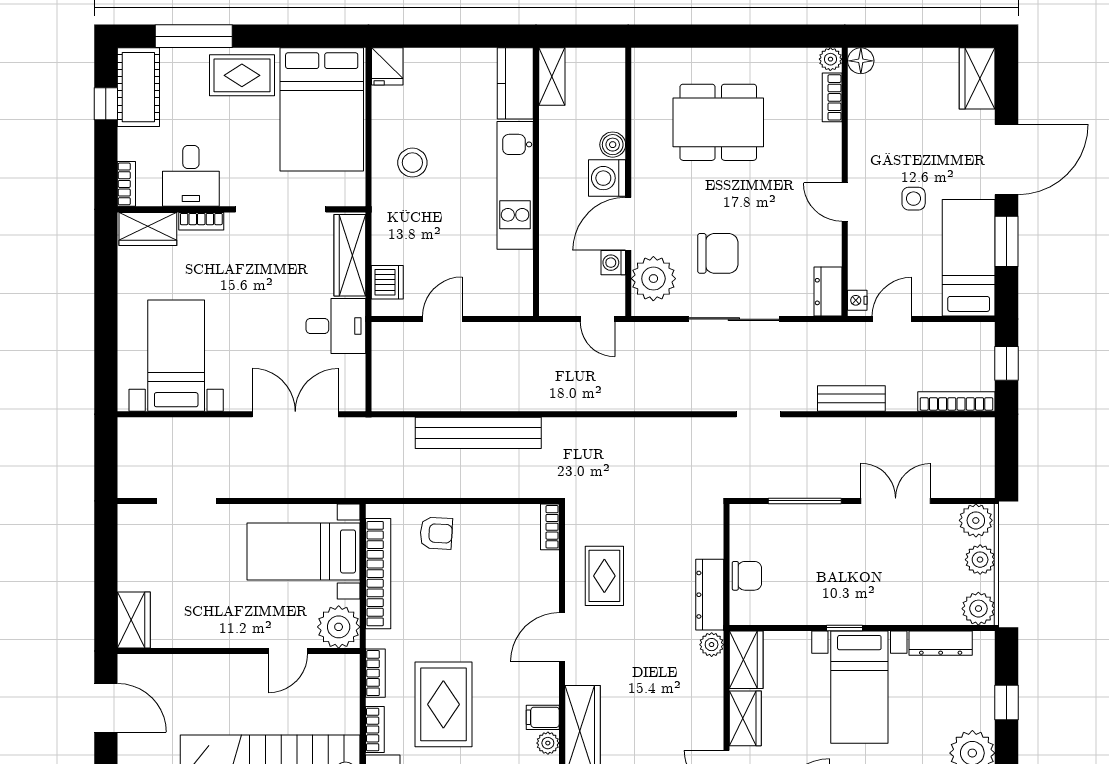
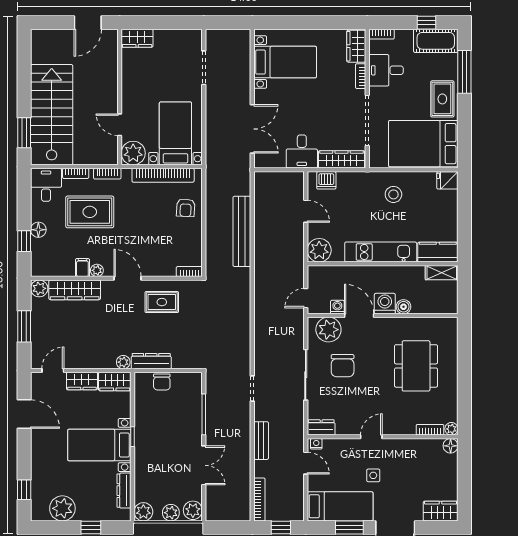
plant: (512, 295) -> (319, 250), added
plant: (548, 743) -> (97, 270), moved

